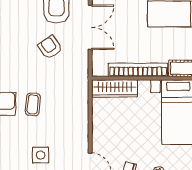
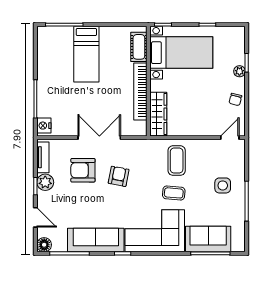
armchair: (50, 47) -> (119, 176), turned 135
coffee table: (66, 107) -> (177, 161), added

